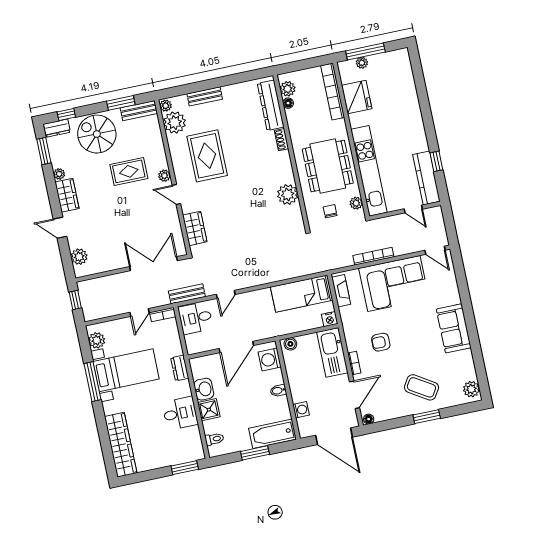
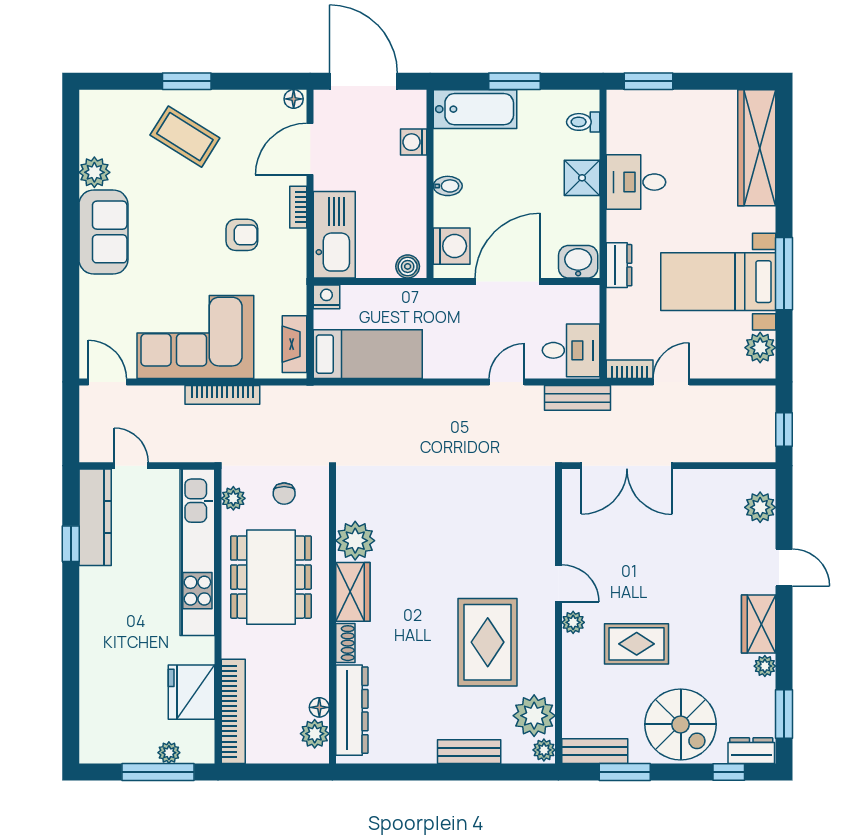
wardrobe: (195, 228) -> (353, 592), moved, turned 180
washbasin: (204, 389) -> (578, 262), moved, turned 90
plant: (471, 389) -> (94, 172), moved

